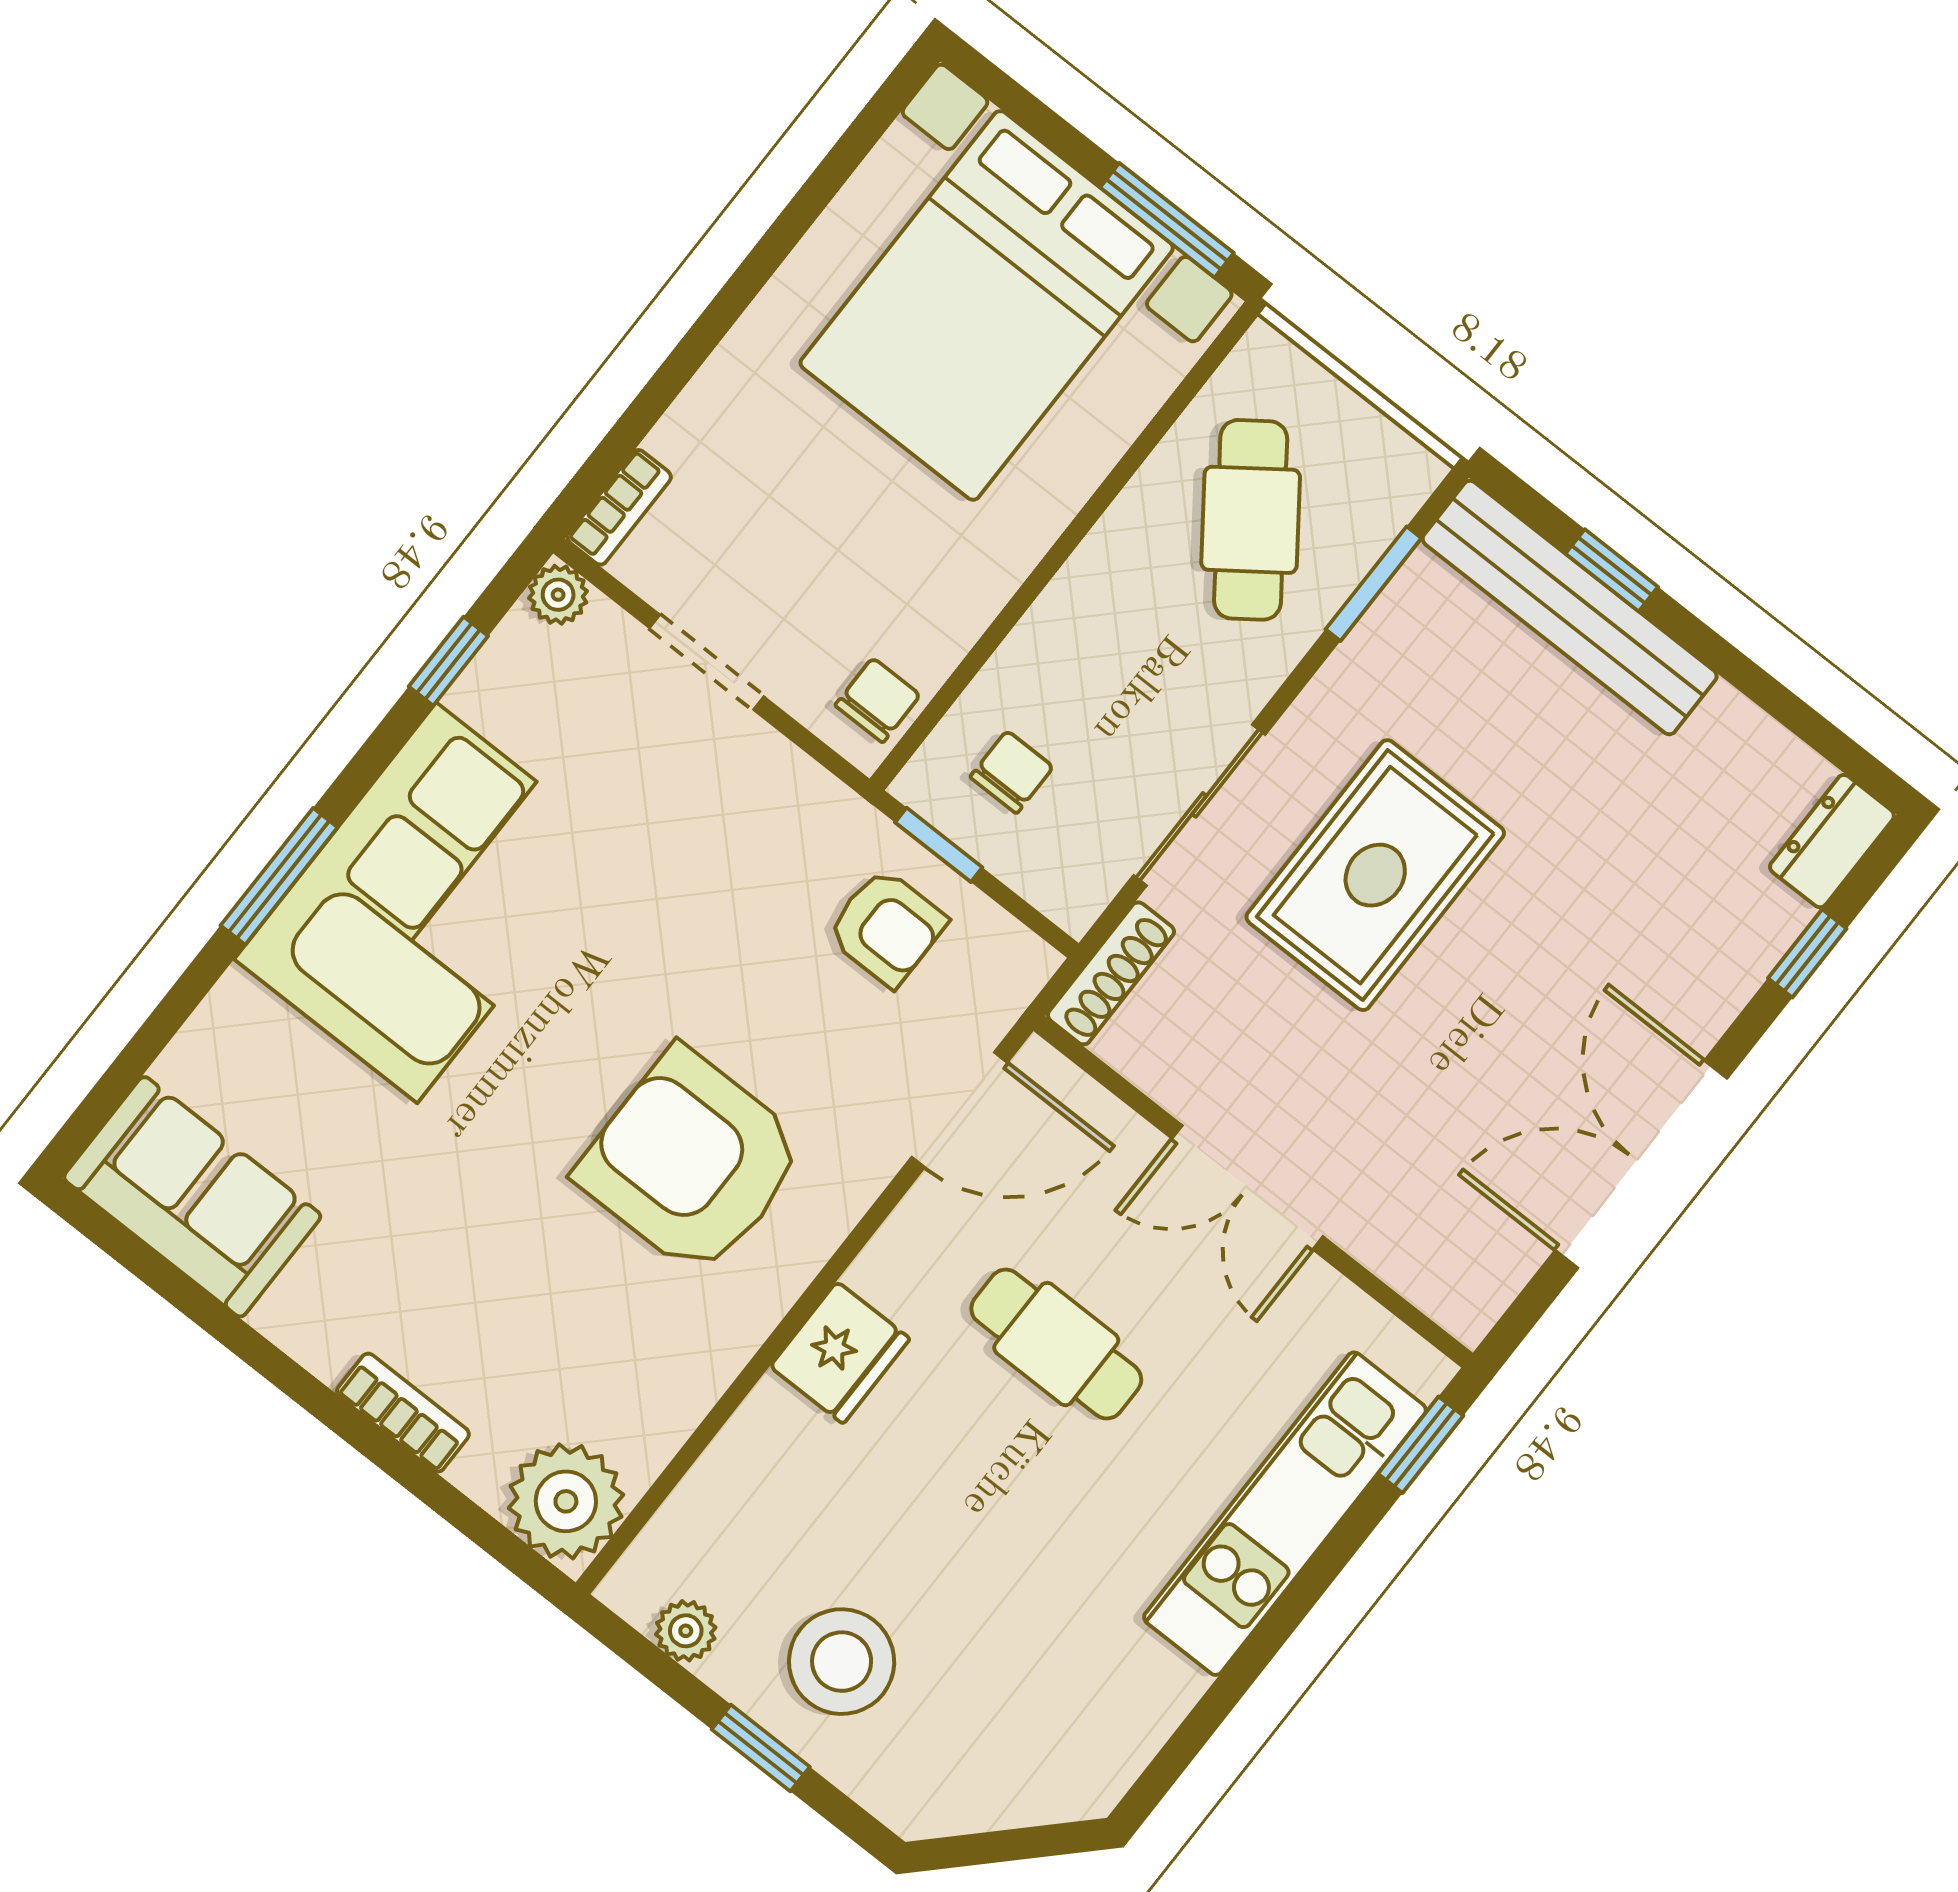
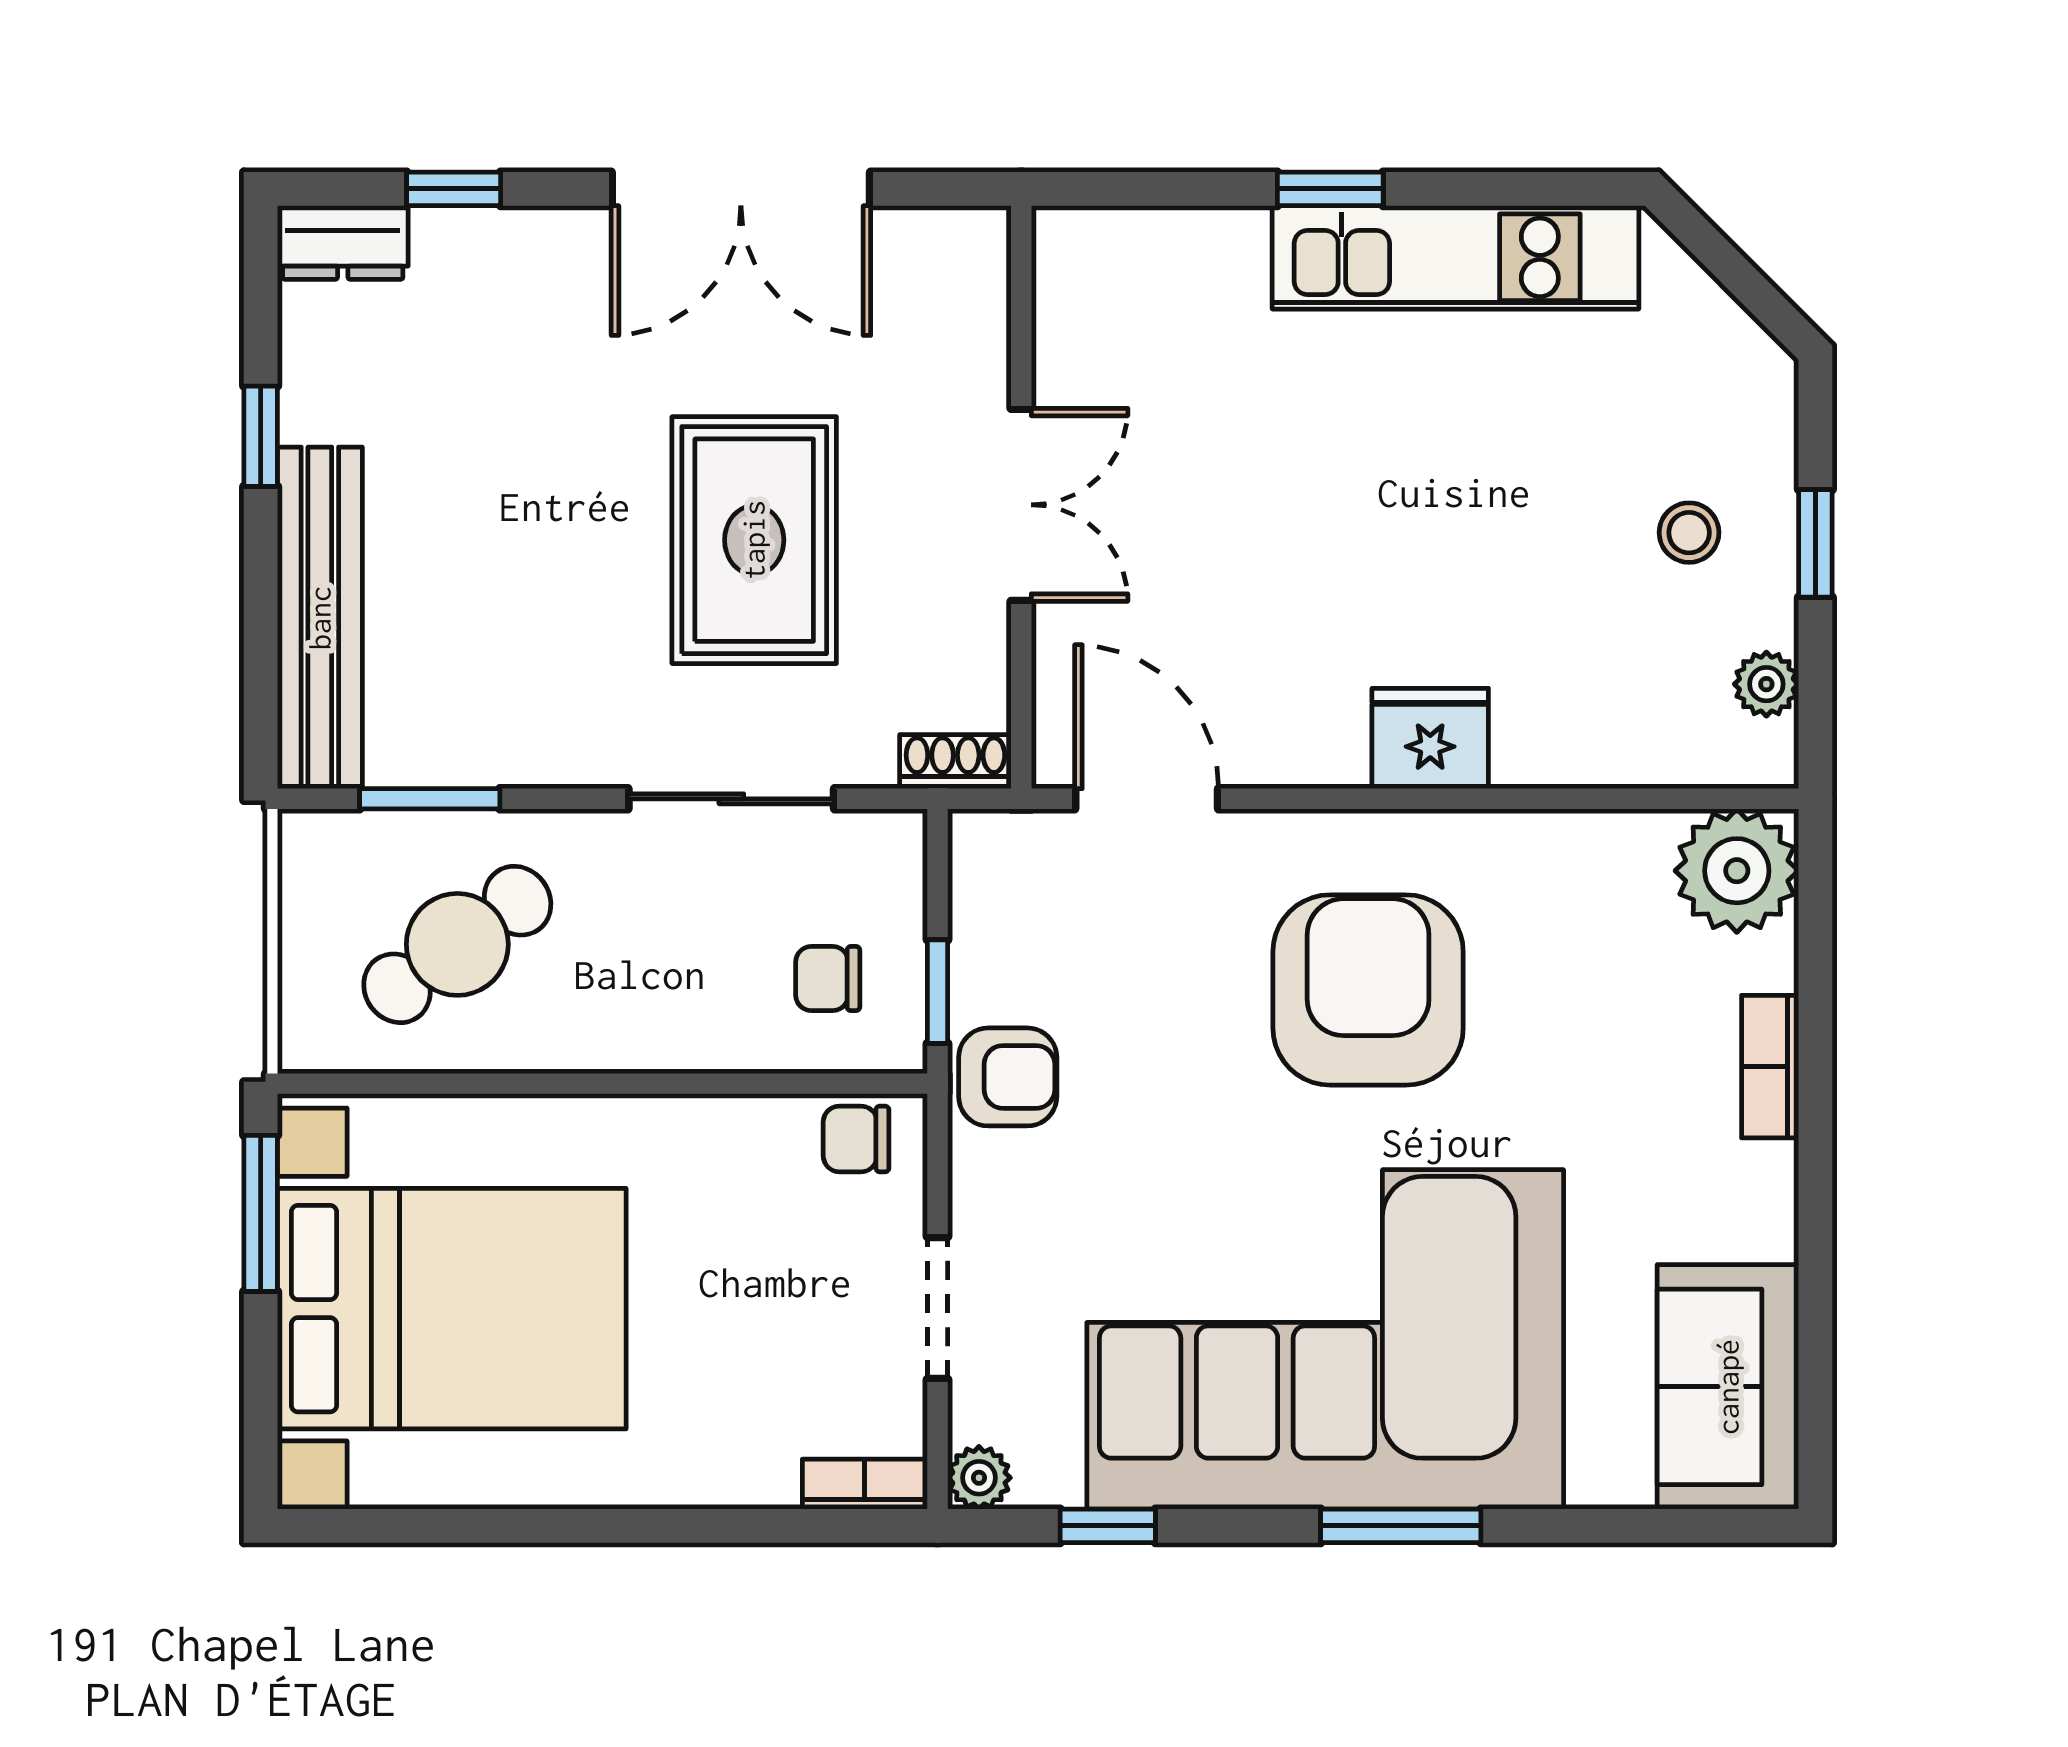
window: (1612, 570) -> (261, 436), moved
rug: (1375, 875) -> (754, 540), moved, turned 90
corner sofa: (427, 903) -> (1325, 1339), width x1.36, depth x1.36
armchair: (887, 927) -> (1008, 1077), moved, turned 90
shoe rack: (1111, 973) -> (955, 762), width x0.70
armchair: (691, 1162) -> (1368, 990), turned 180
cafe table: (1056, 1344) -> (1280, 562), removed
window: (1421, 1445) -> (1330, 189), moved
kitchen unit: (1285, 1514) -> (1456, 257), moved
stool: (842, 1662) -> (1689, 533), width x0.53, depth x0.53

